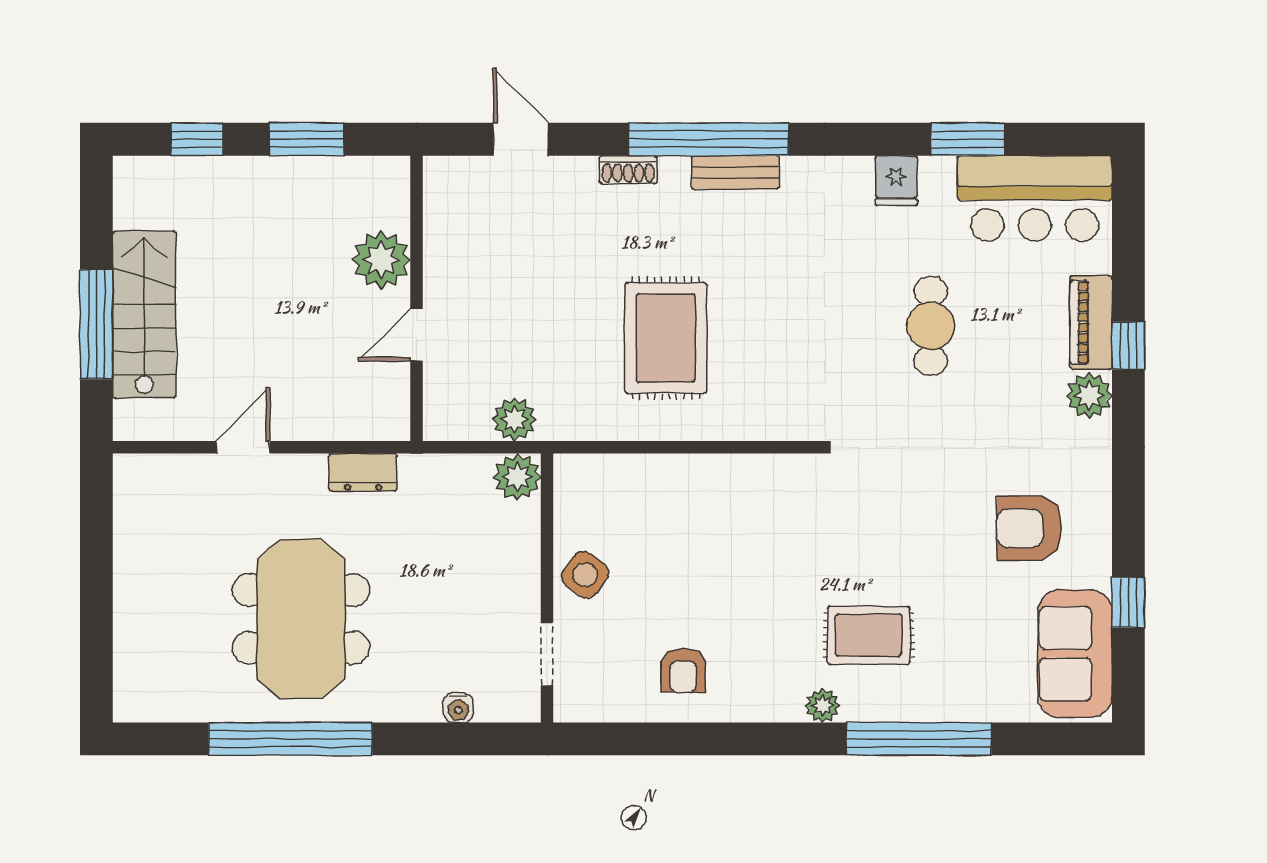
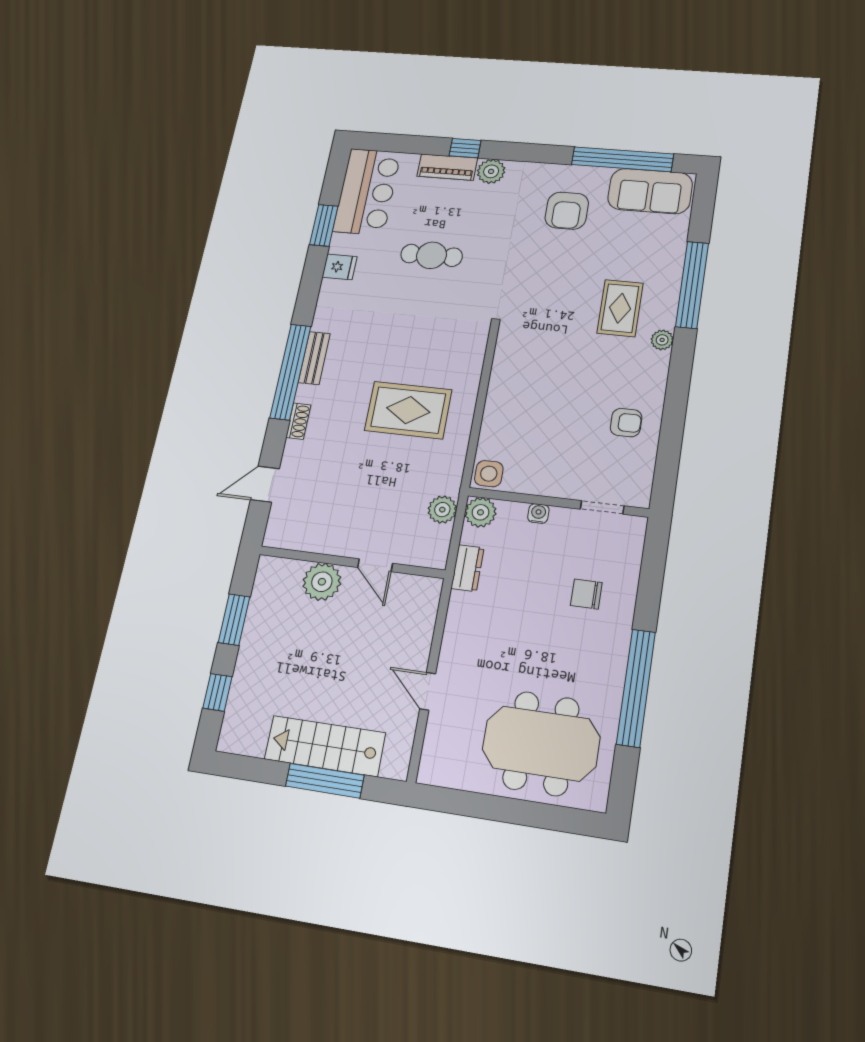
dresser: (363, 472) -> (467, 568), moved
side table: (585, 575) -> (489, 474), moved, turned -36
window: (1128, 603) -> (622, 159), width x3.17
meeting table: (301, 619) -> (541, 743), moved
chair: (415, 650) -> (586, 594), added
water cooler: (458, 708) -> (538, 513), moved, turned -90

